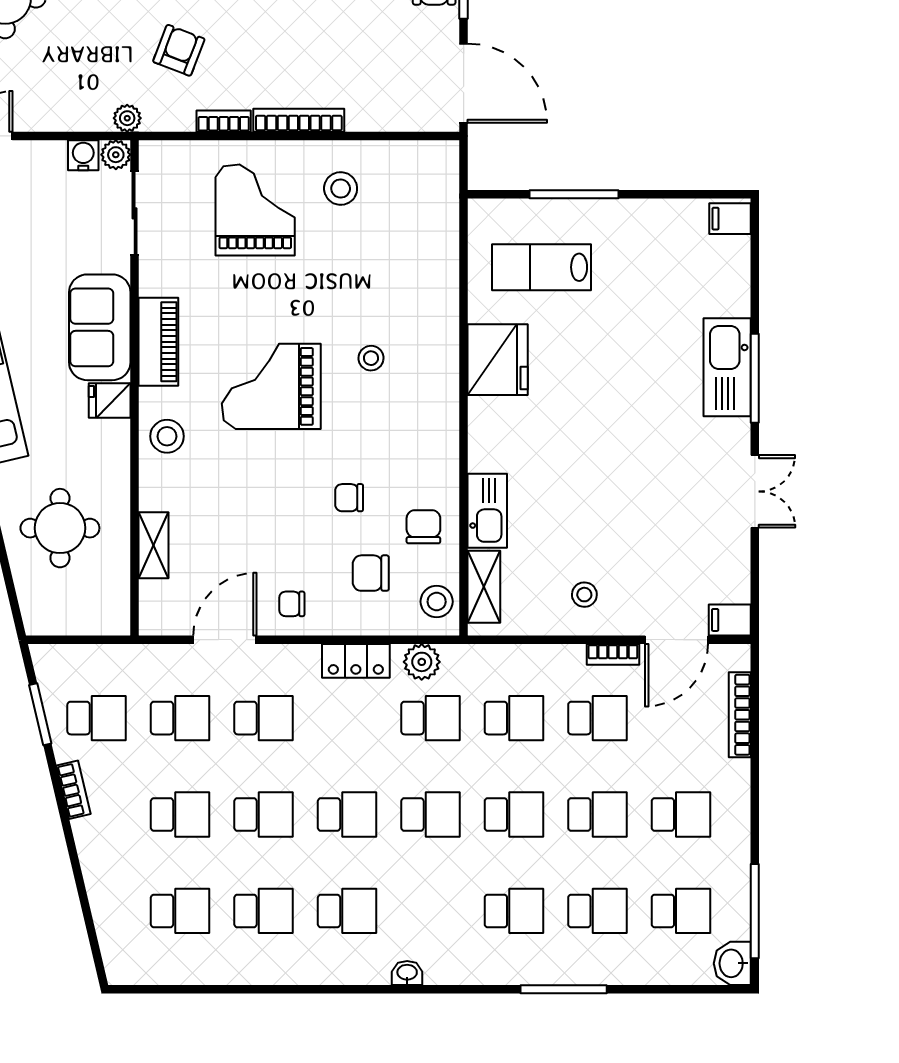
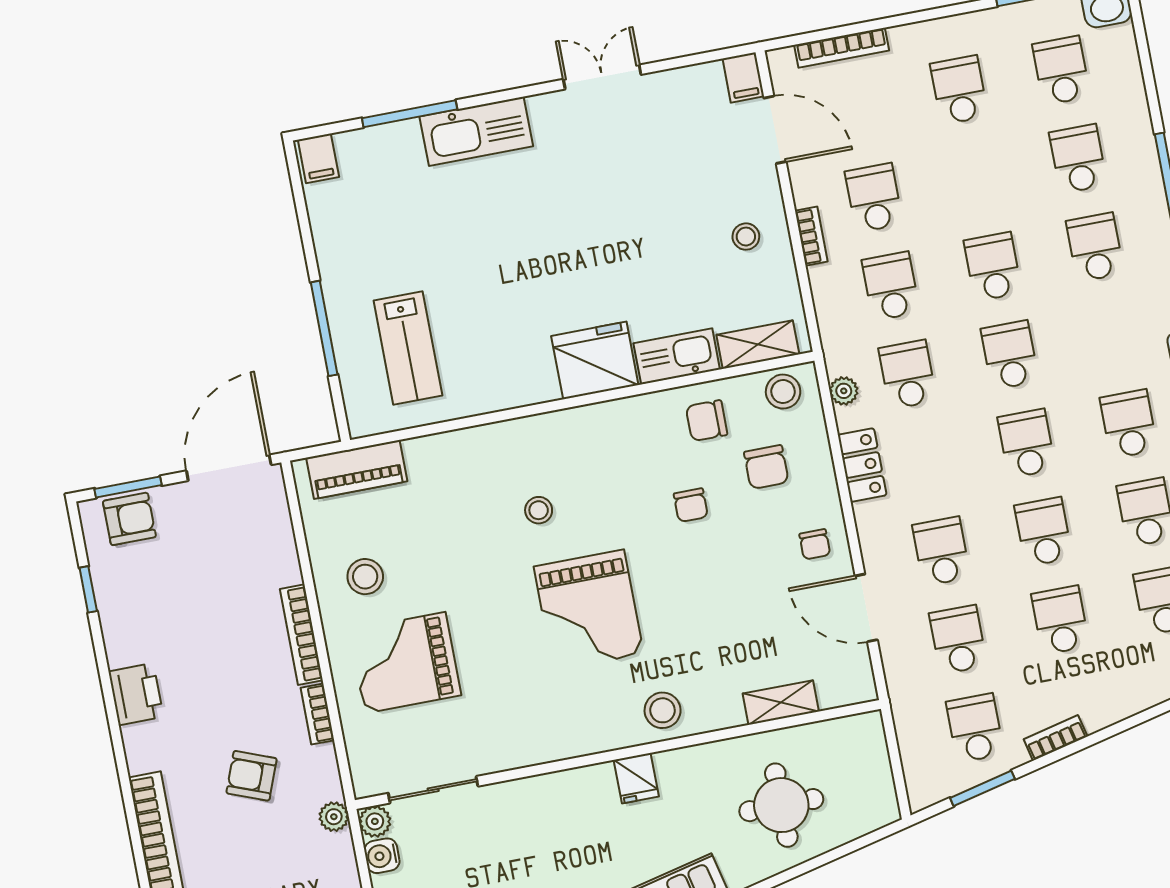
sofa: (100, 327) -> (561, 804), removed
piano: (158, 342) -> (357, 469), moved, turned 180
fridge: (498, 360) -> (595, 360), moved
window: (755, 378) -> (410, 114), moved
bookcase: (613, 654) -> (811, 236), moved
plant: (422, 662) -> (844, 391), width x0.73, depth x0.73
school desk: (597, 815) -> (976, 178), removed

